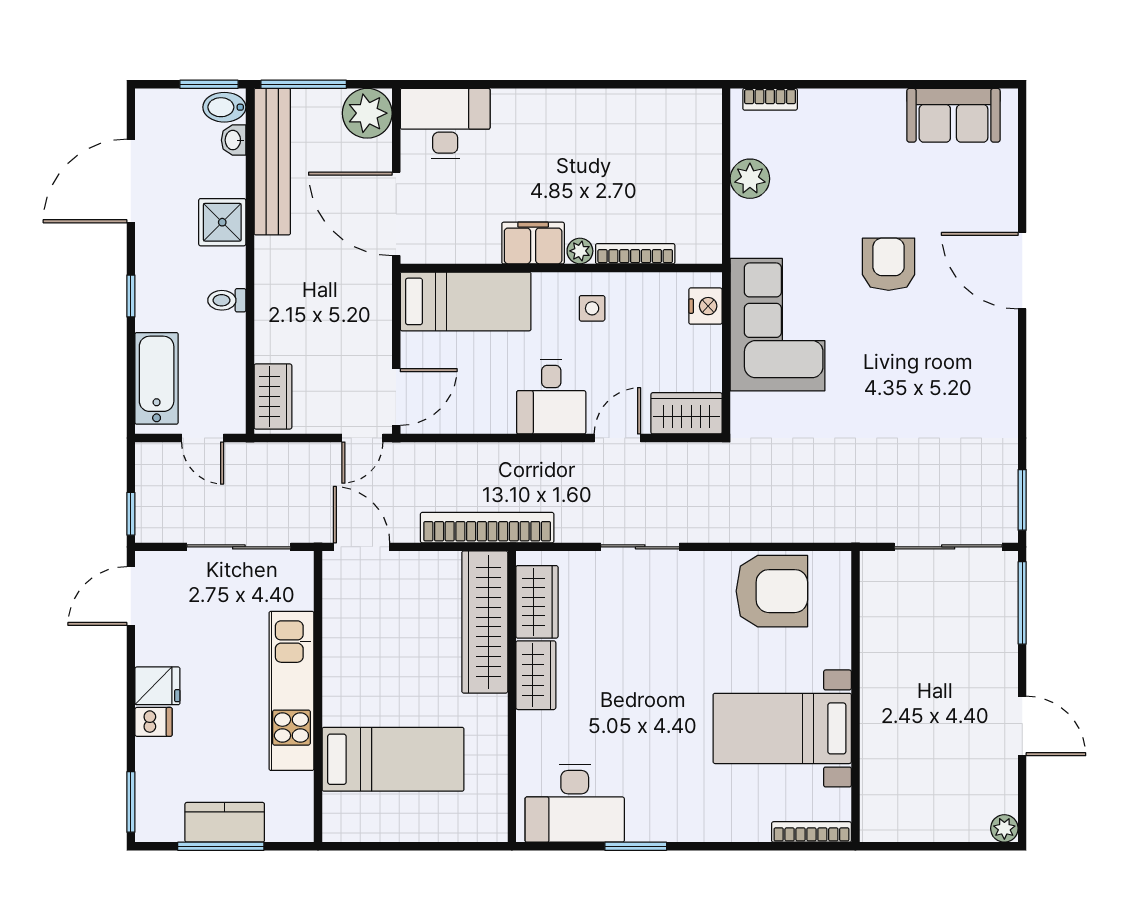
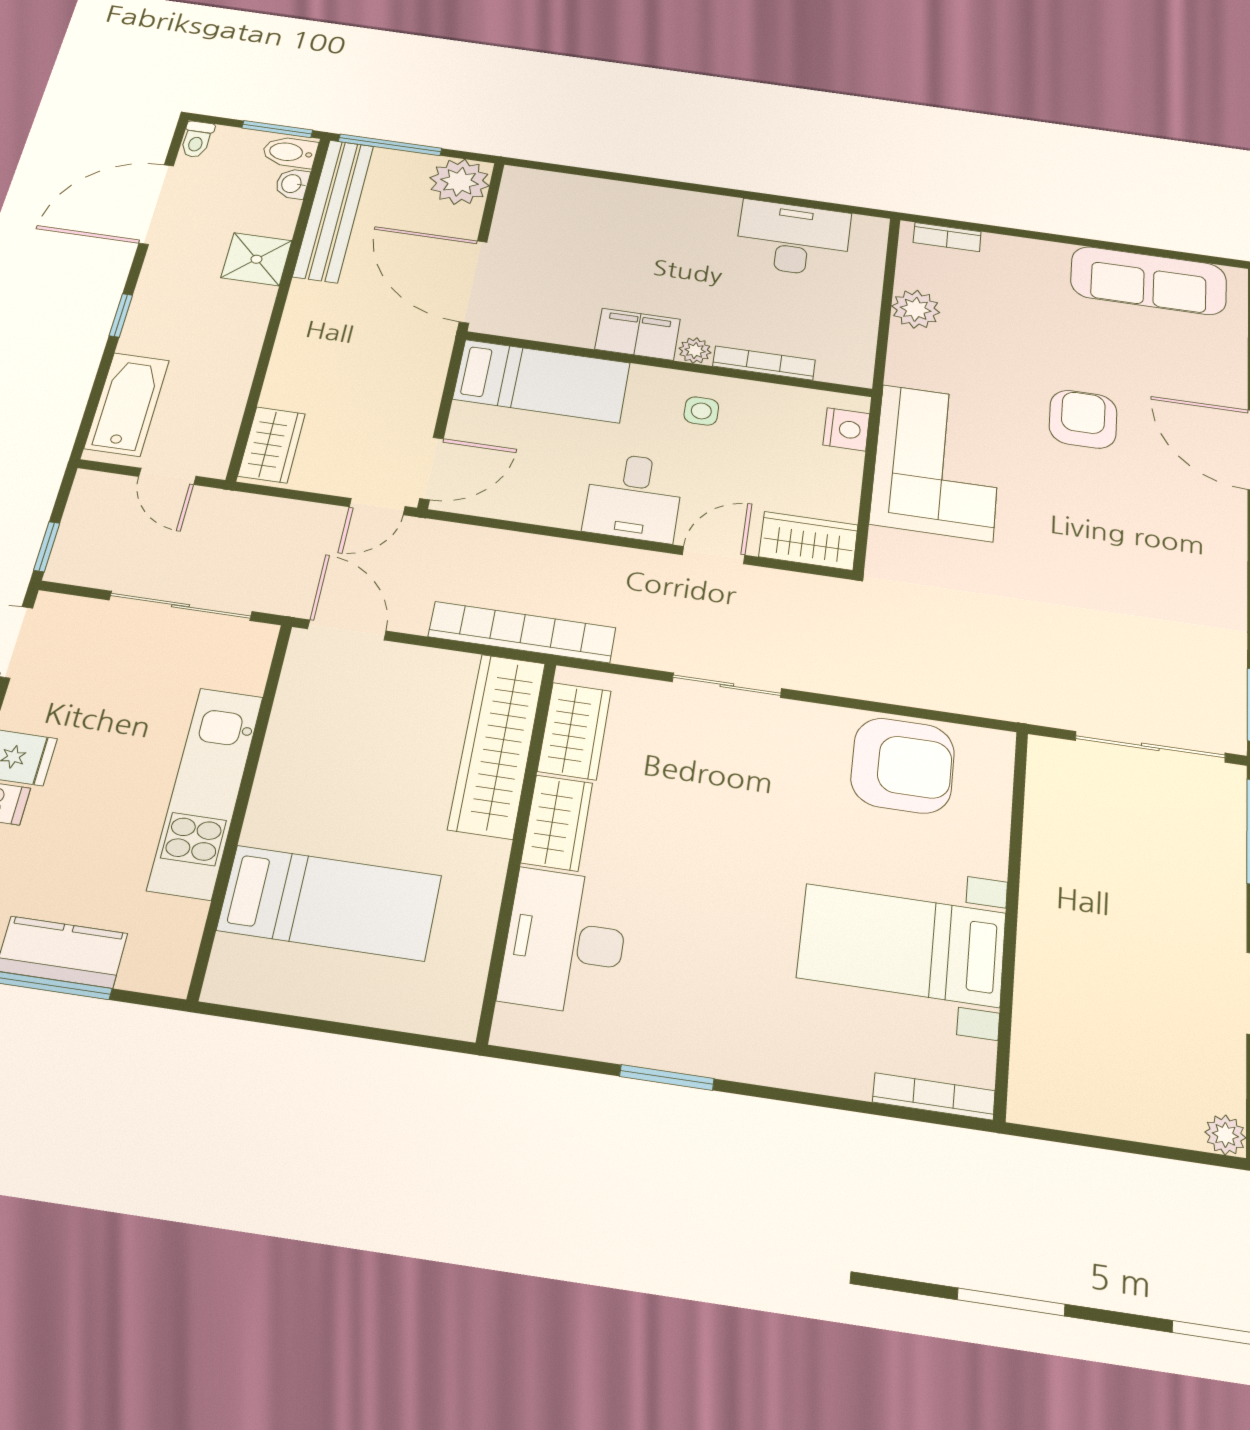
sofa: (953, 115) -> (1149, 281), width x1.36
desk: (445, 124) -> (793, 239), moved
toilet: (227, 300) -> (197, 139), moved, turned -90
desk: (575, 803) -> (565, 941), moved, turned 90

